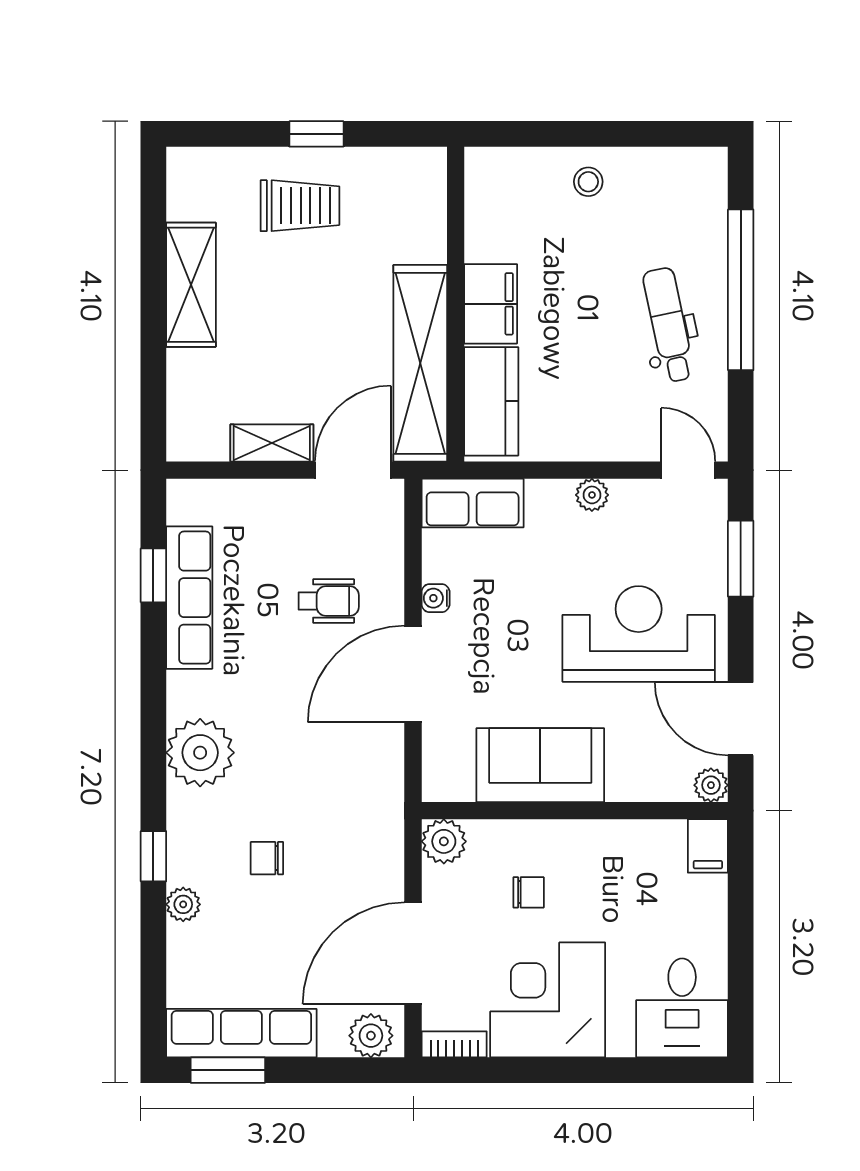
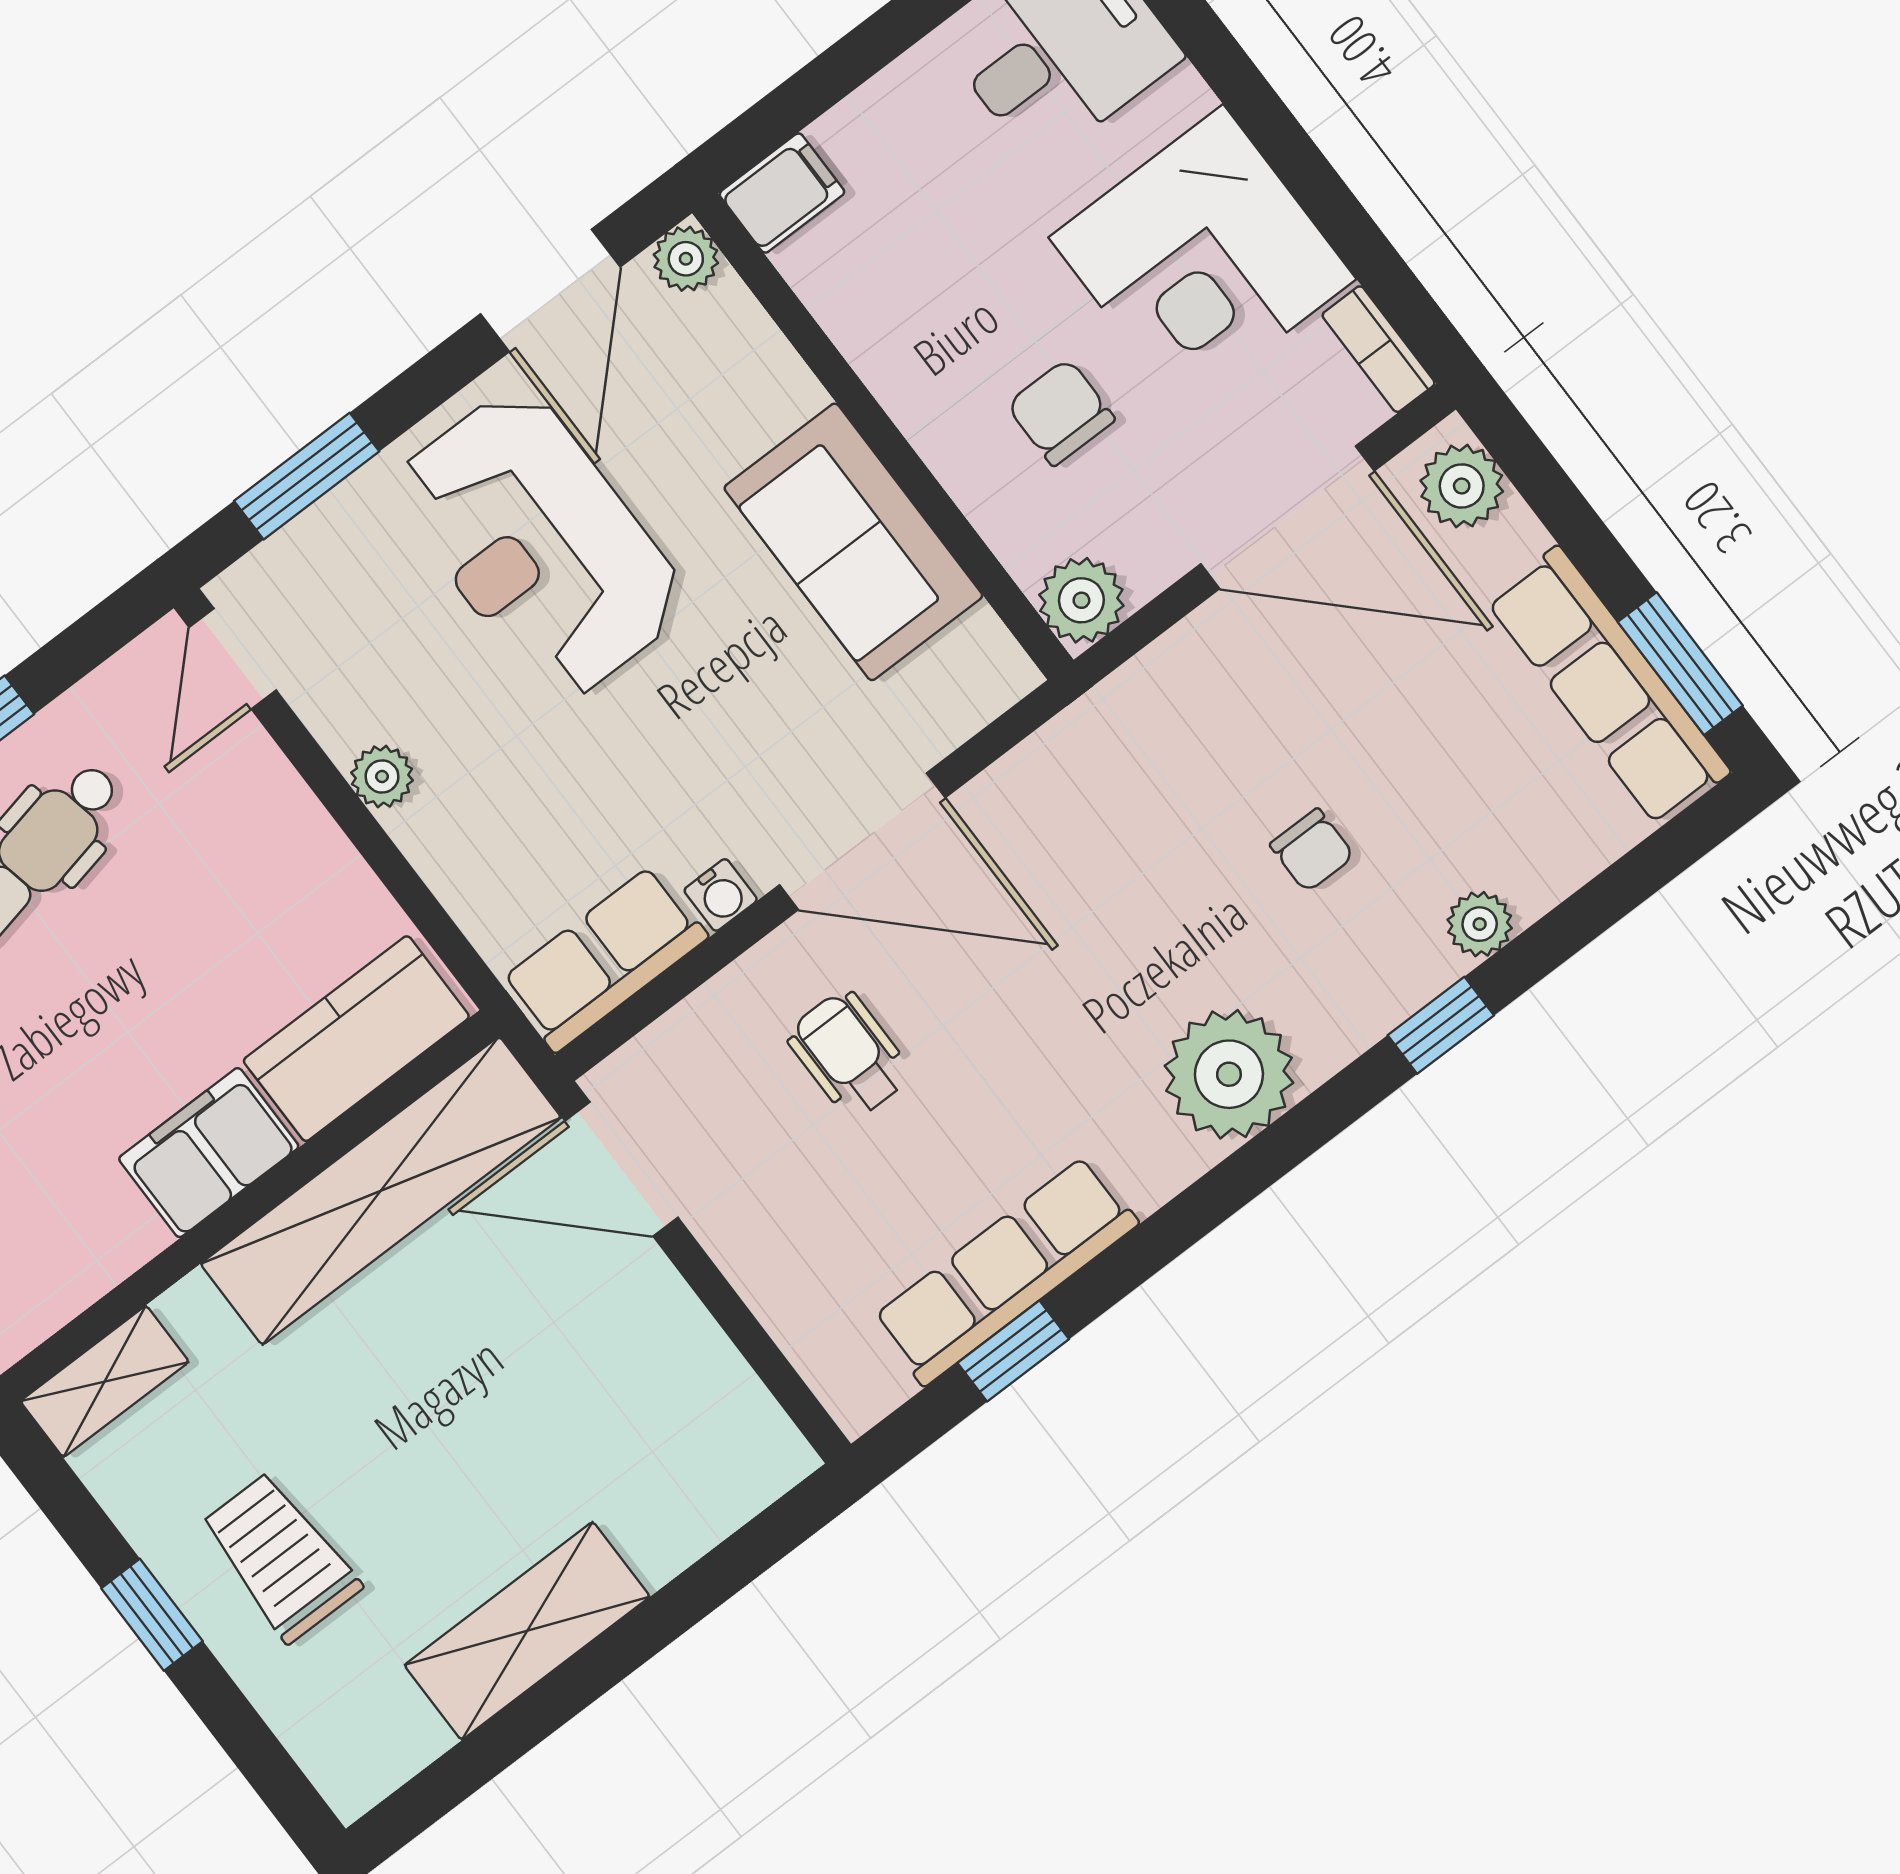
shelving: (272, 443) -> (105, 1381), moved, turned 90
row of seats: (473, 503) -> (604, 959), moved, turned -90
chair: (529, 892) -> (1061, 412), width x1.37, depth x1.37

